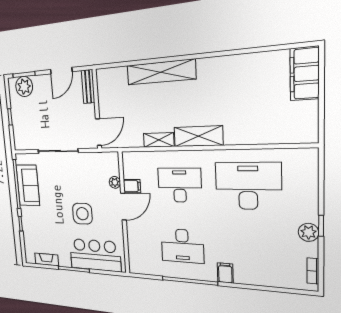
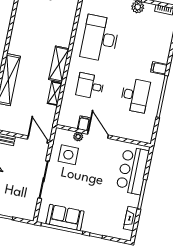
desk: (180, 185) -> (90, 86), width x0.73
side table: (82, 214) -> (68, 155), moved

